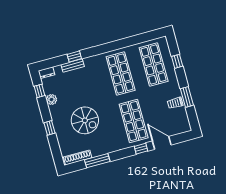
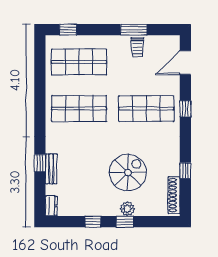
window: (177, 61) -> (68, 30), moved
window: (39, 91) -> (93, 222), moved
plant: (51, 99) -> (127, 209), moved
door: (162, 143) -> (185, 63), moved
window: (97, 161) -> (185, 171), width x0.46

